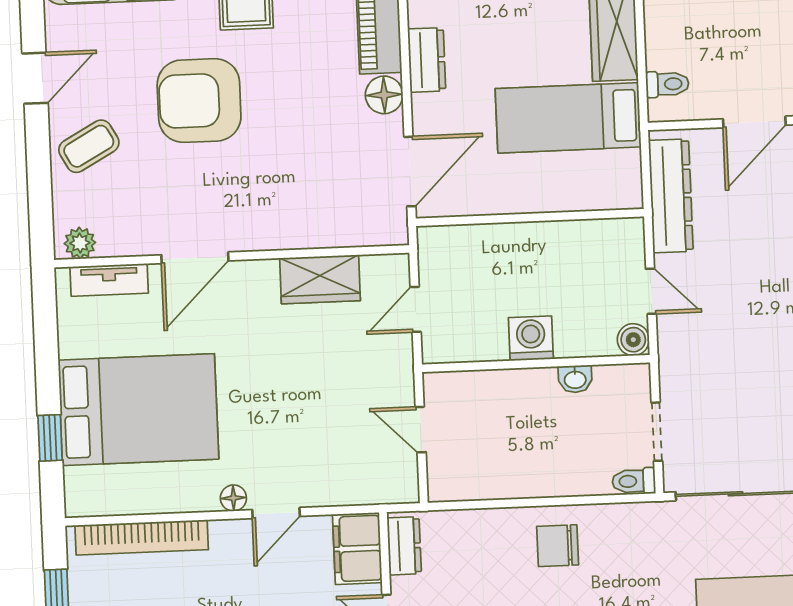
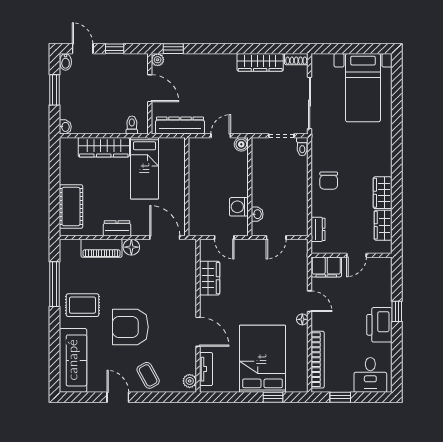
armchair: (199, 101) -> (130, 327), turned 90
washing machine: (531, 338) -> (239, 207), moved
washbasin: (575, 379) -> (257, 214), moved
dresser: (404, 546) -> (318, 229), moved, turned 90

